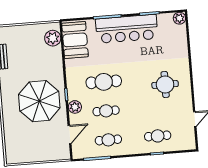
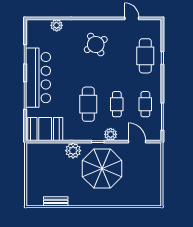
plant: (179, 18) -> (57, 25), moved
plant: (53, 38) -> (73, 151), moved
round table: (165, 84) -> (96, 45), turned -31
cafe table: (158, 136) -> (145, 56), width x1.37, depth x1.35

